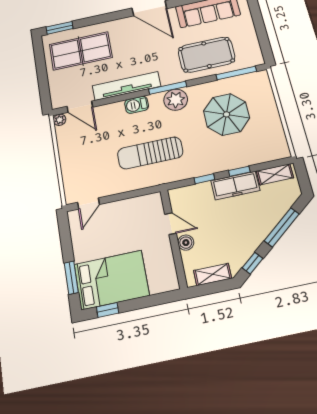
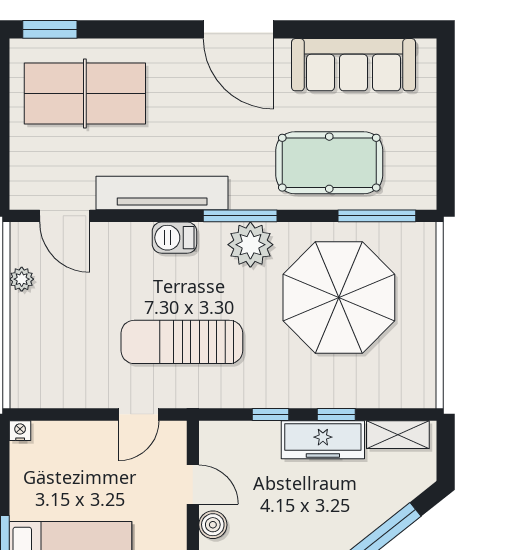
parasol: (227, 114) -> (339, 297), width x1.36, depth x1.36
plant: (60, 120) -> (22, 279), moved
door: (89, 203) -> (139, 414), moved
nightstand: (73, 215) -> (20, 431), added

